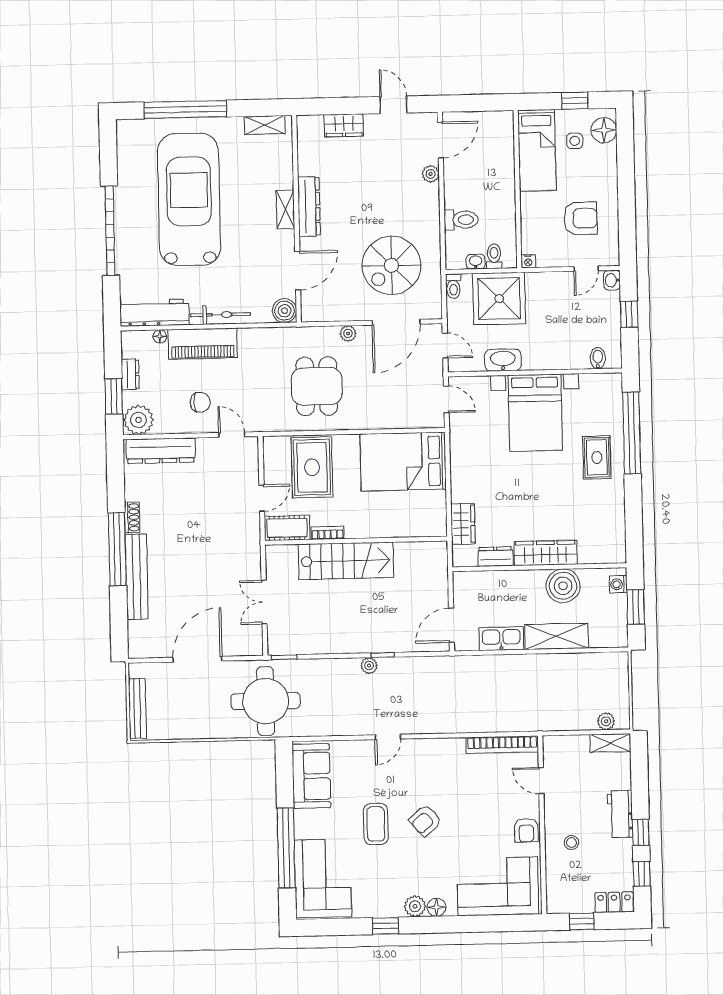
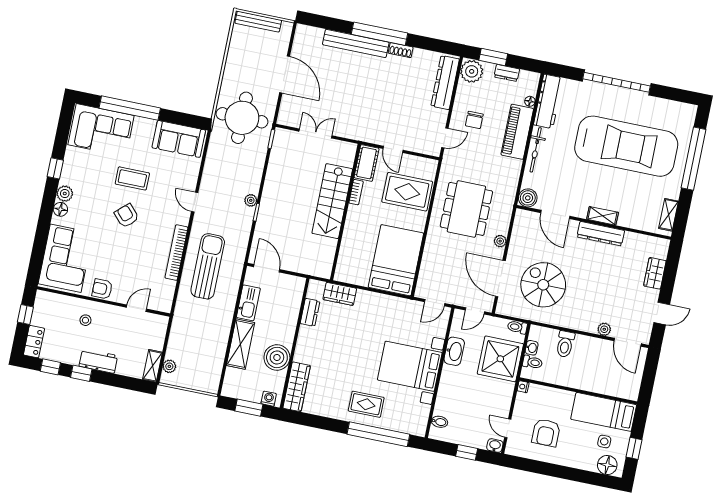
dining table: (317, 386) -> (466, 209), width x1.38
wardrobe: (545, 553) -> (297, 387), moved
sun lounger: (466, 701) -> (208, 266), added
bookcase: (502, 745) -> (176, 253), moved

